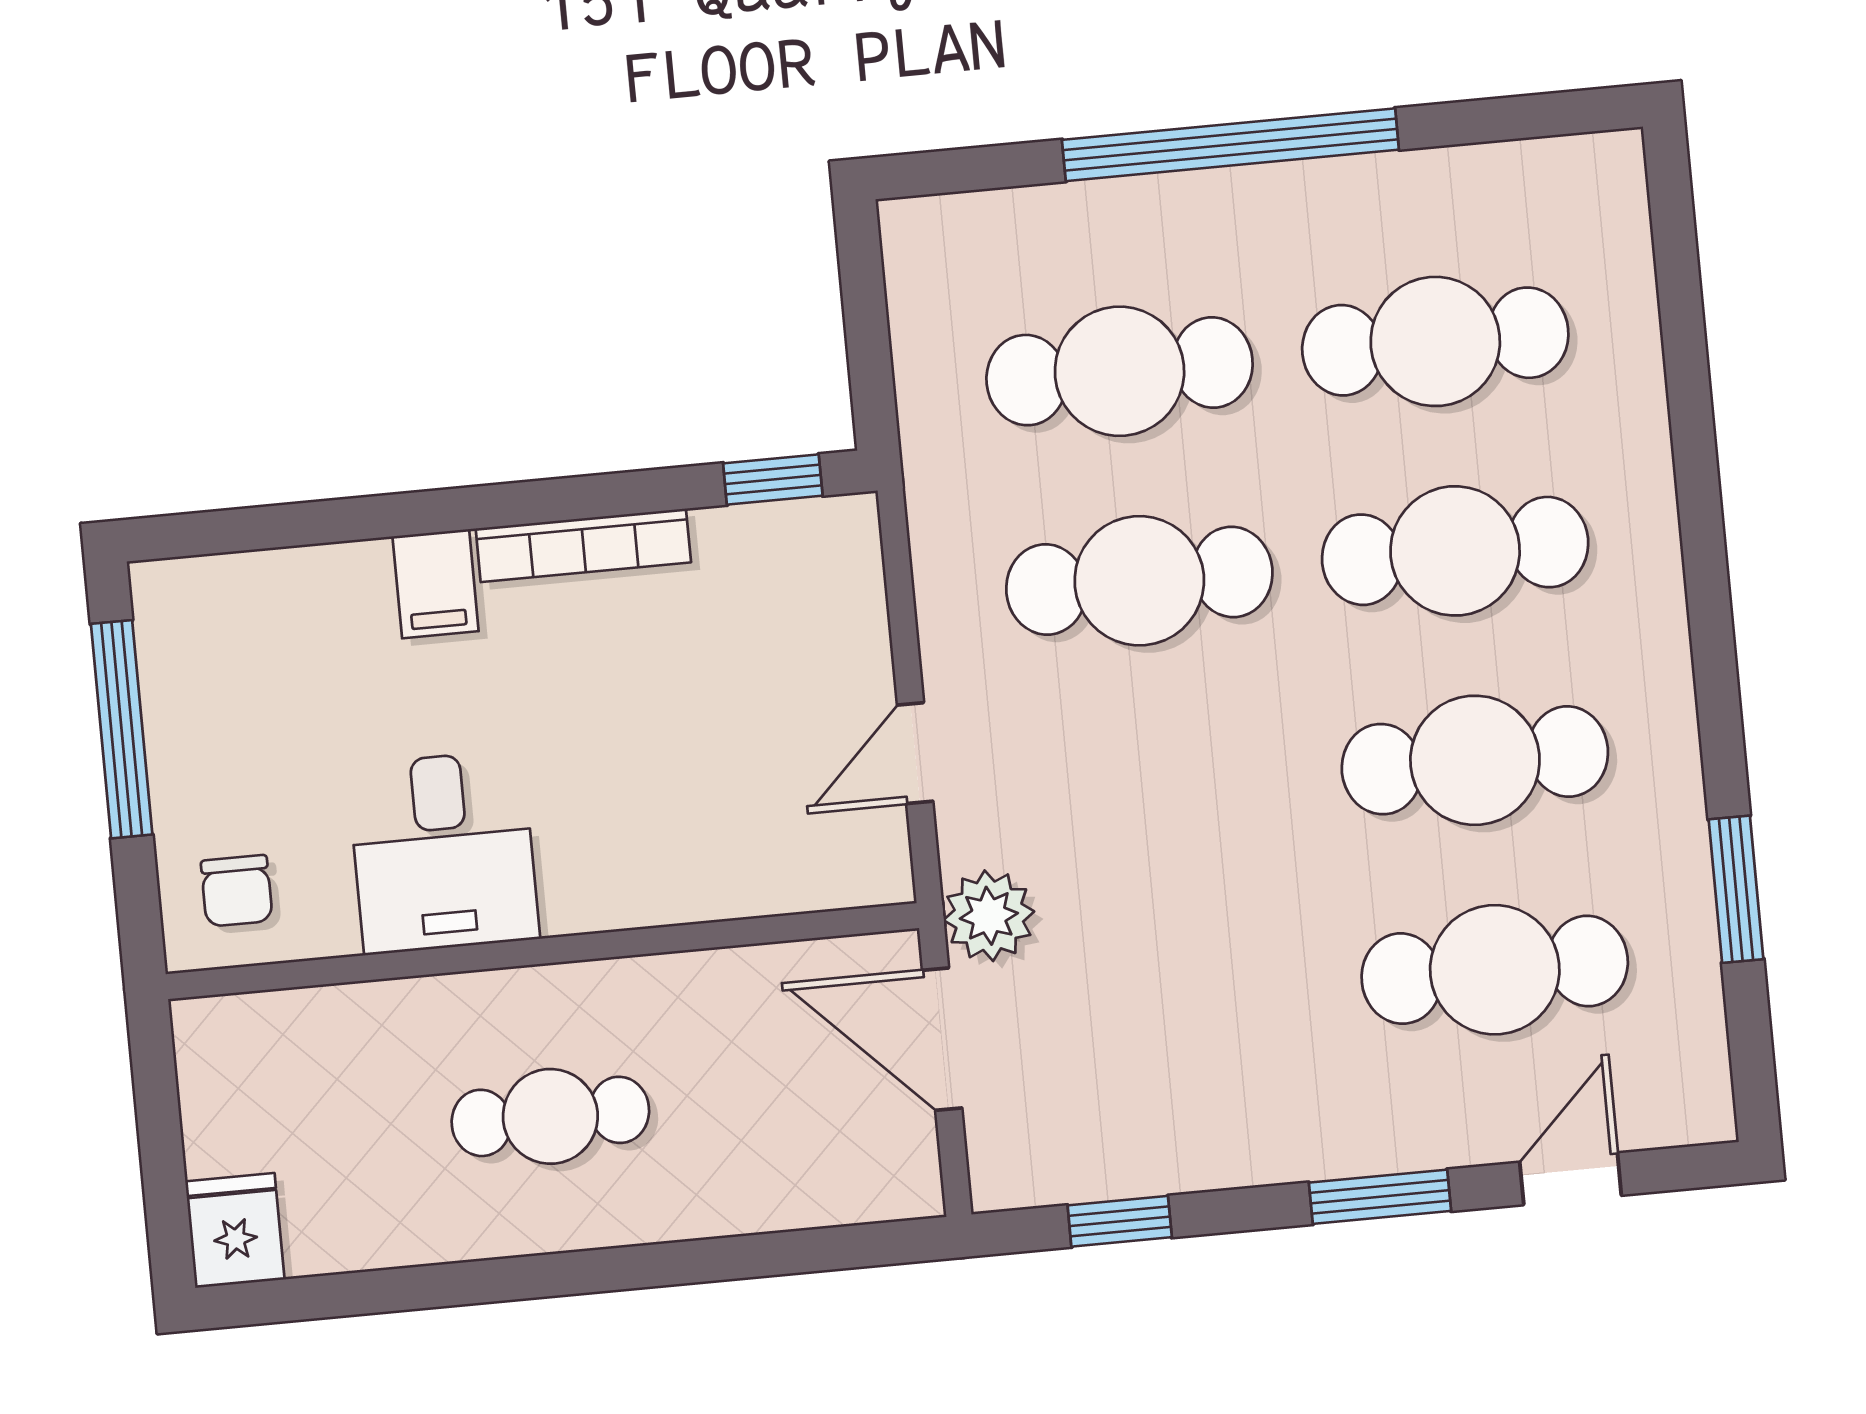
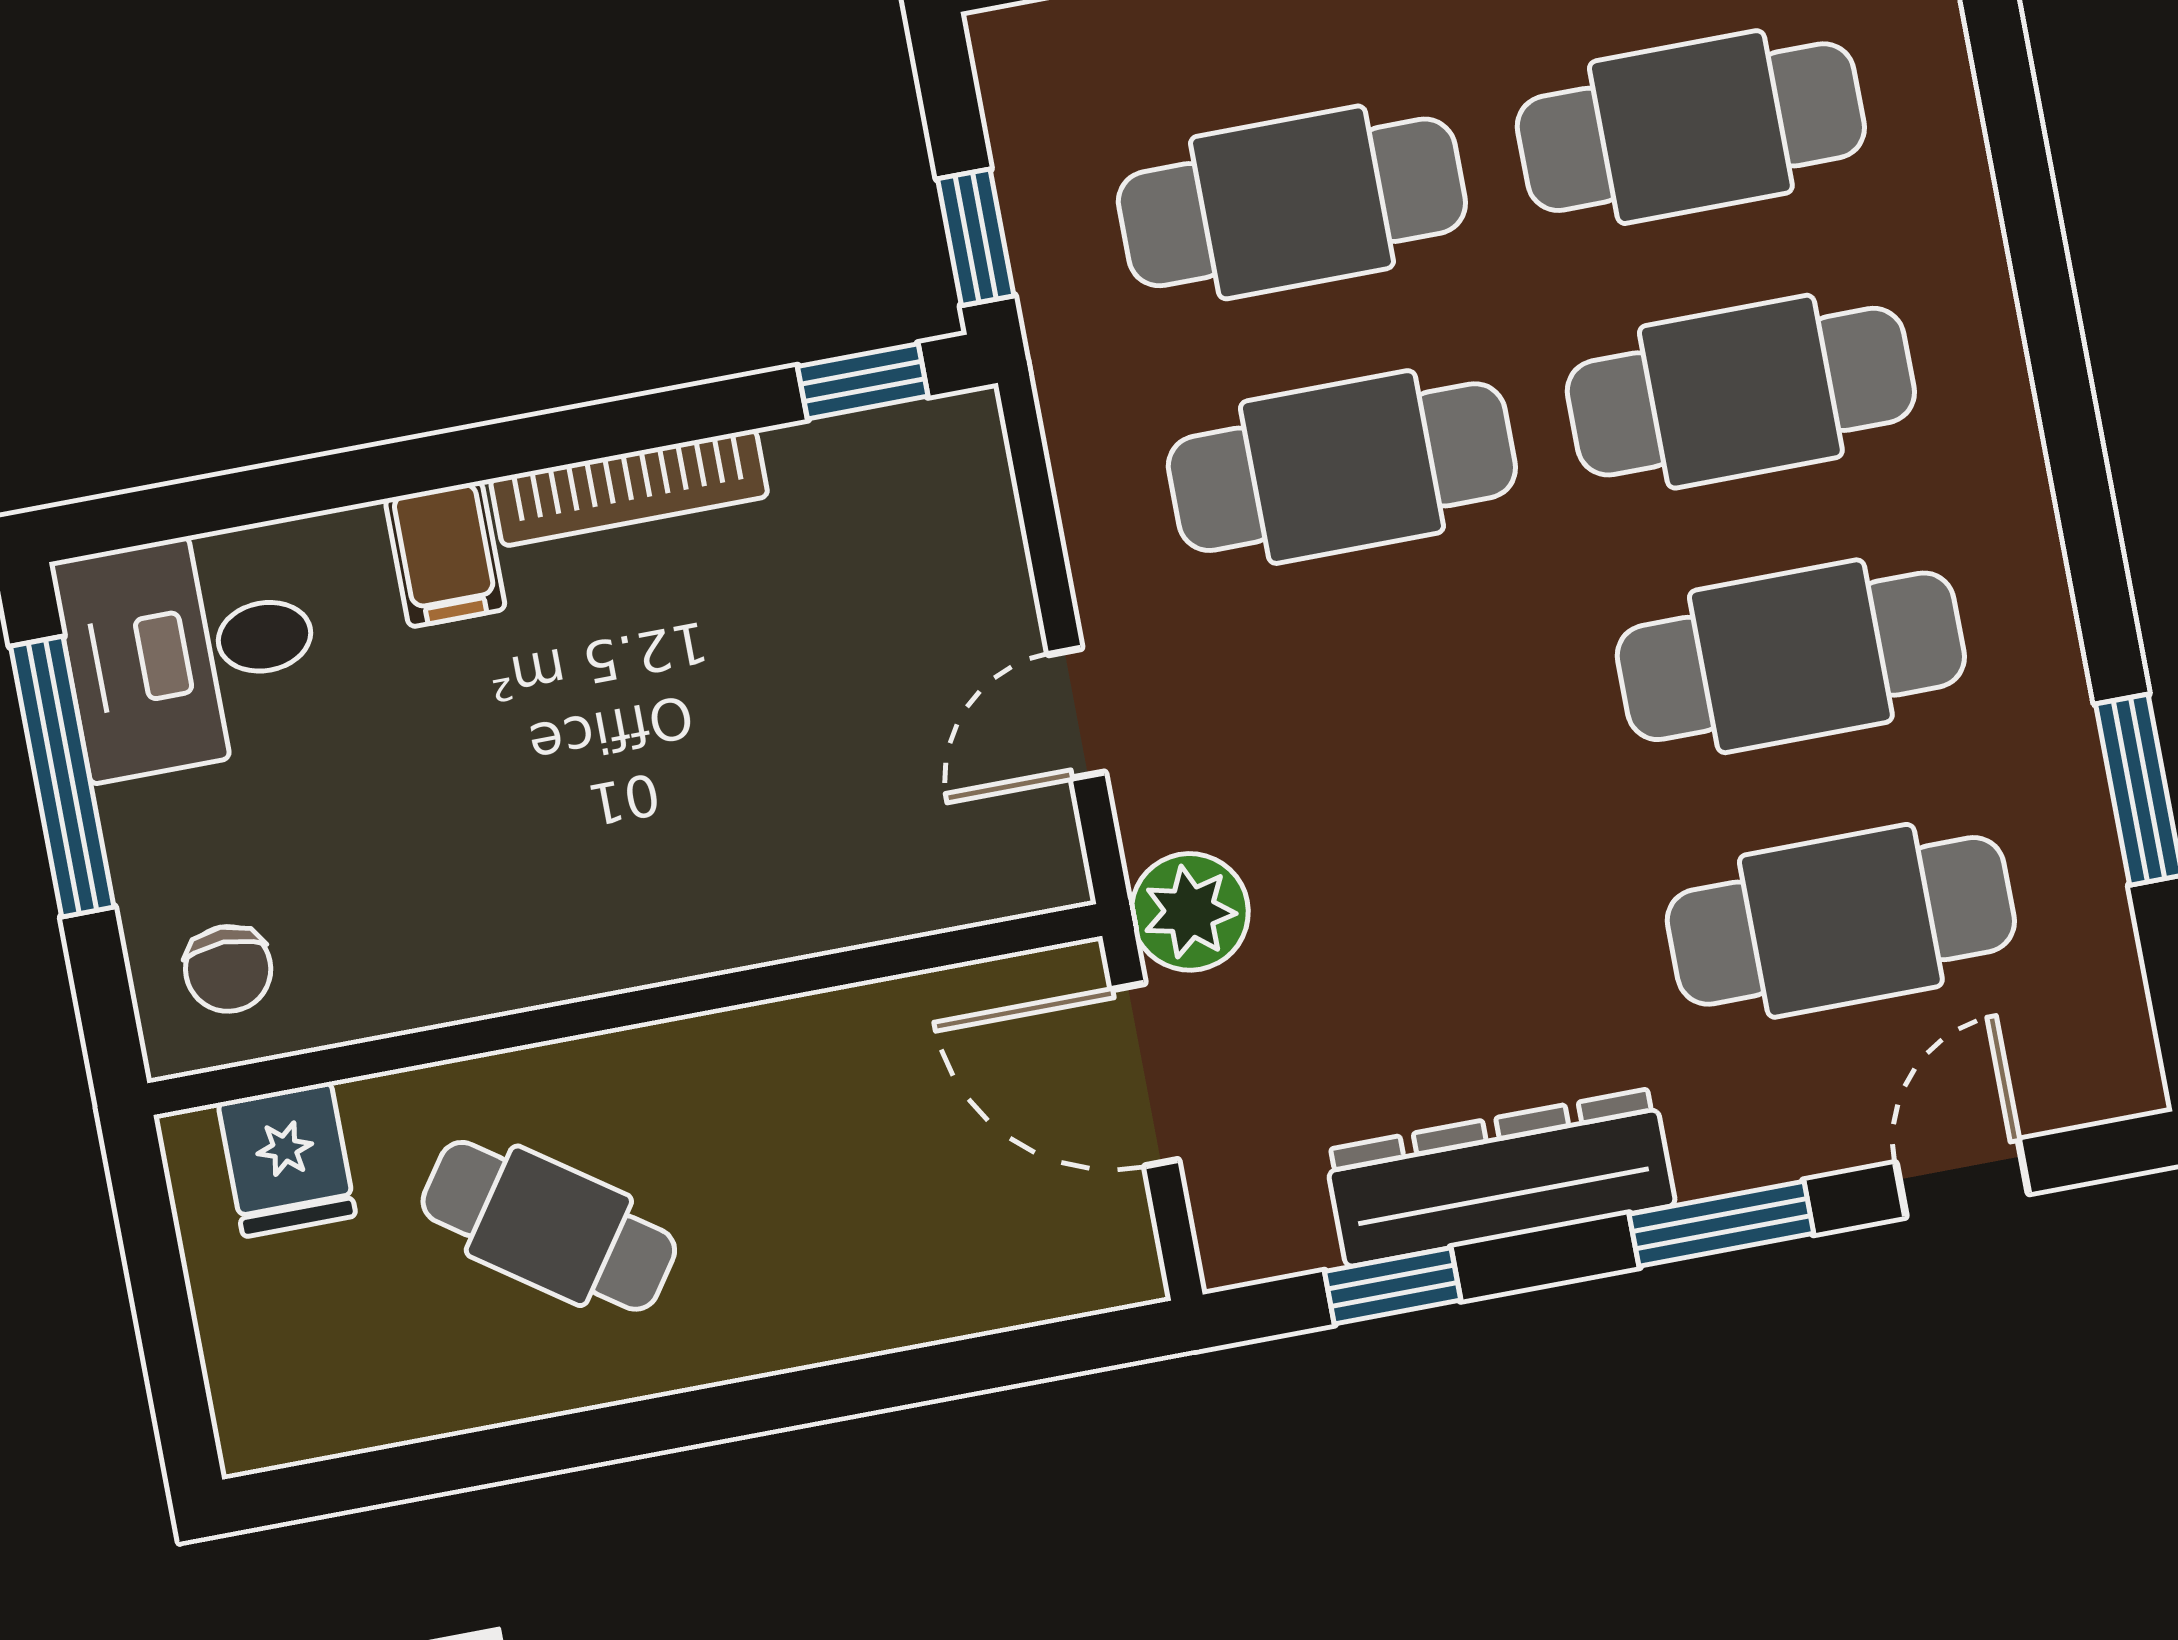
window: (871, 376) -> (976, 237), added
desk: (443, 852) -> (190, 651), moved, turned 90
cafe table: (550, 1116) -> (549, 1226), moved, turned 35
dresser: (1211, 1145) -> (1500, 1178), added
fridge: (235, 1230) -> (287, 1159), moved, turned 180

